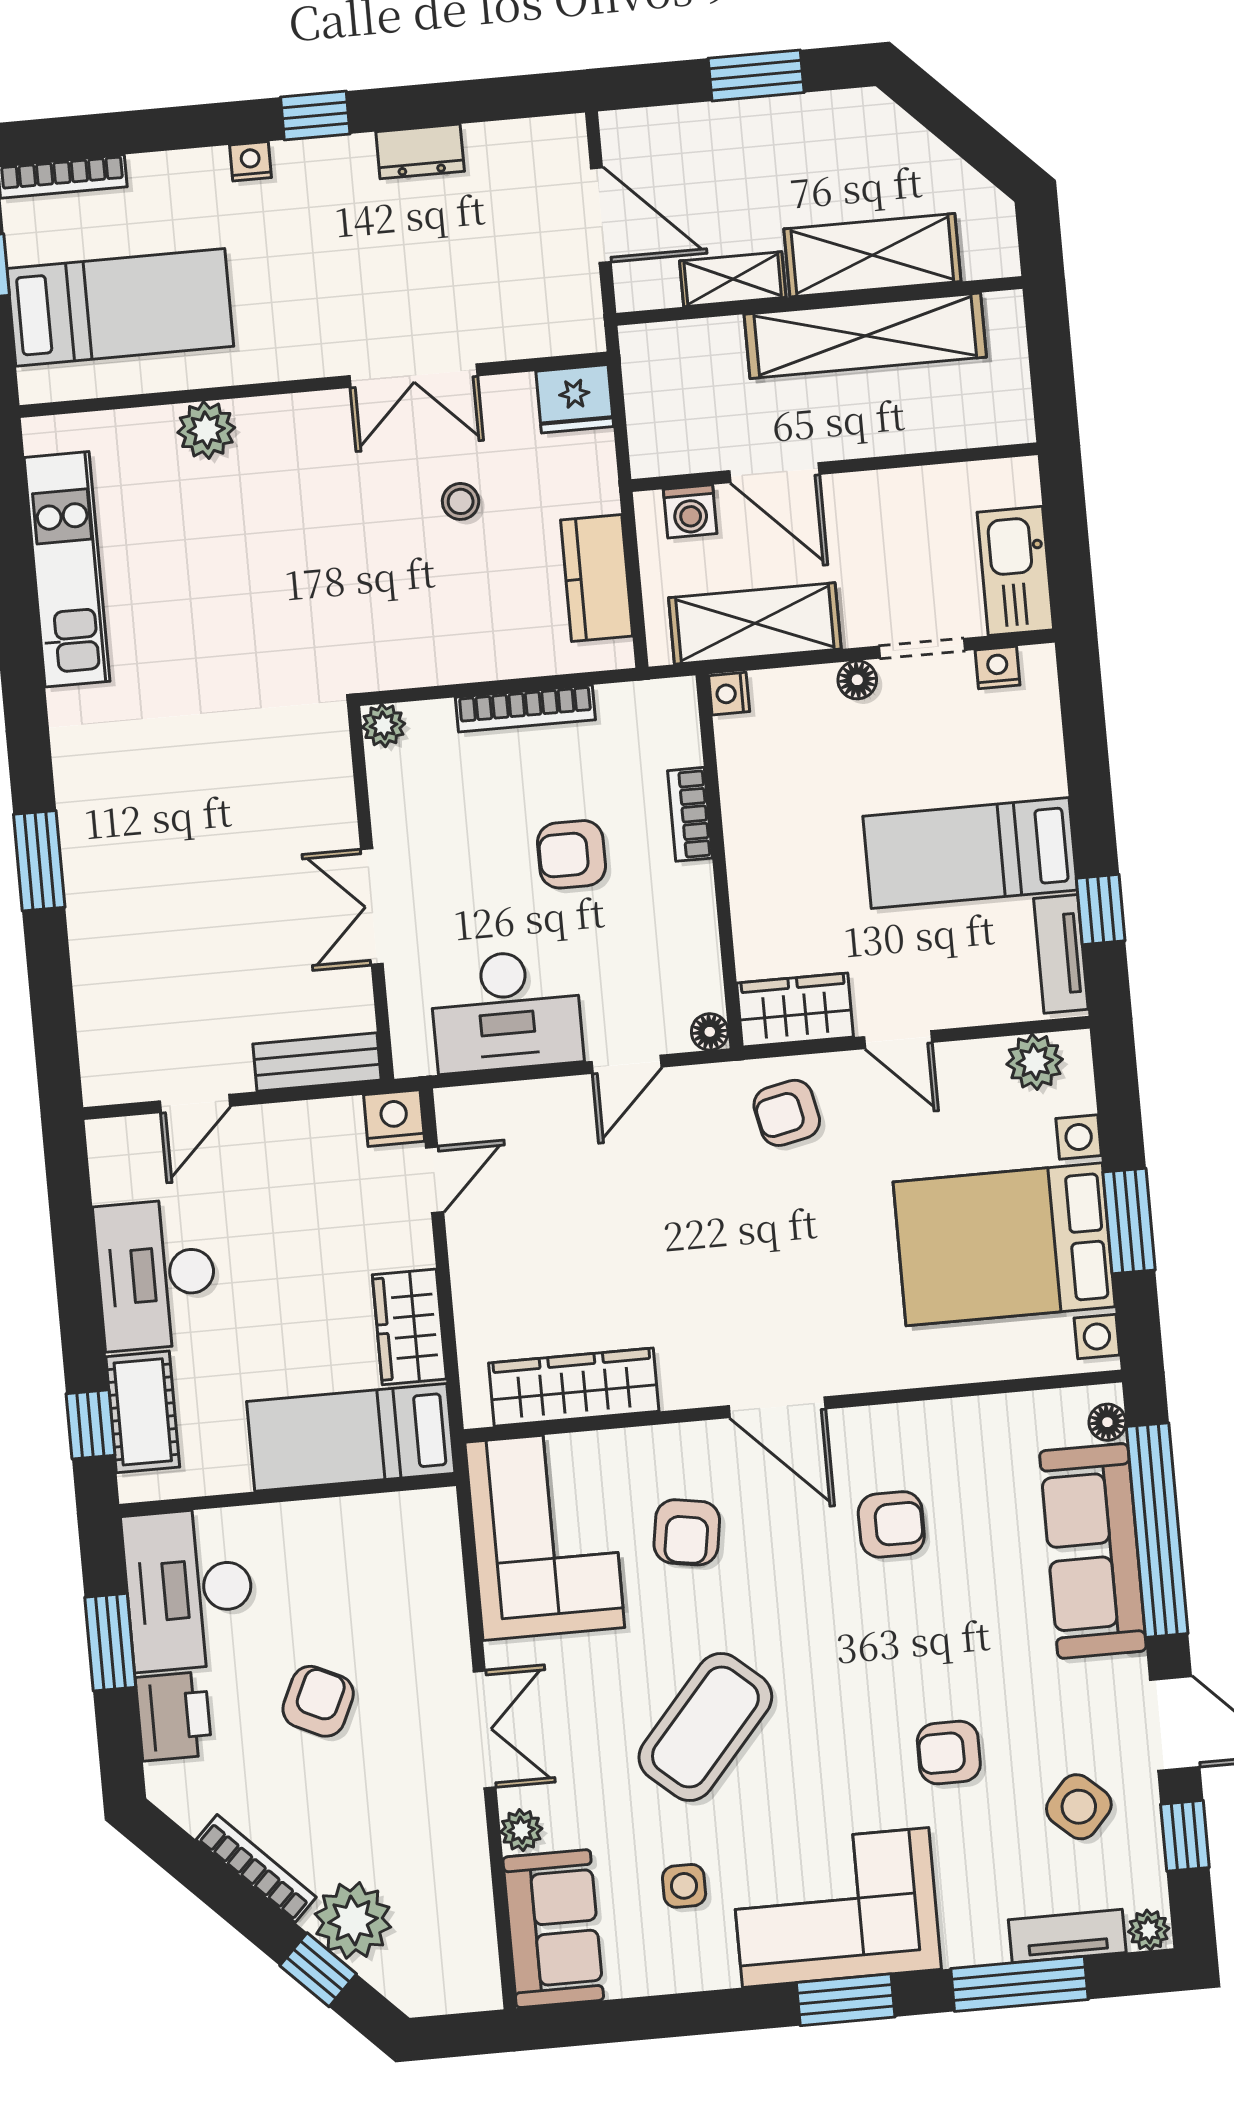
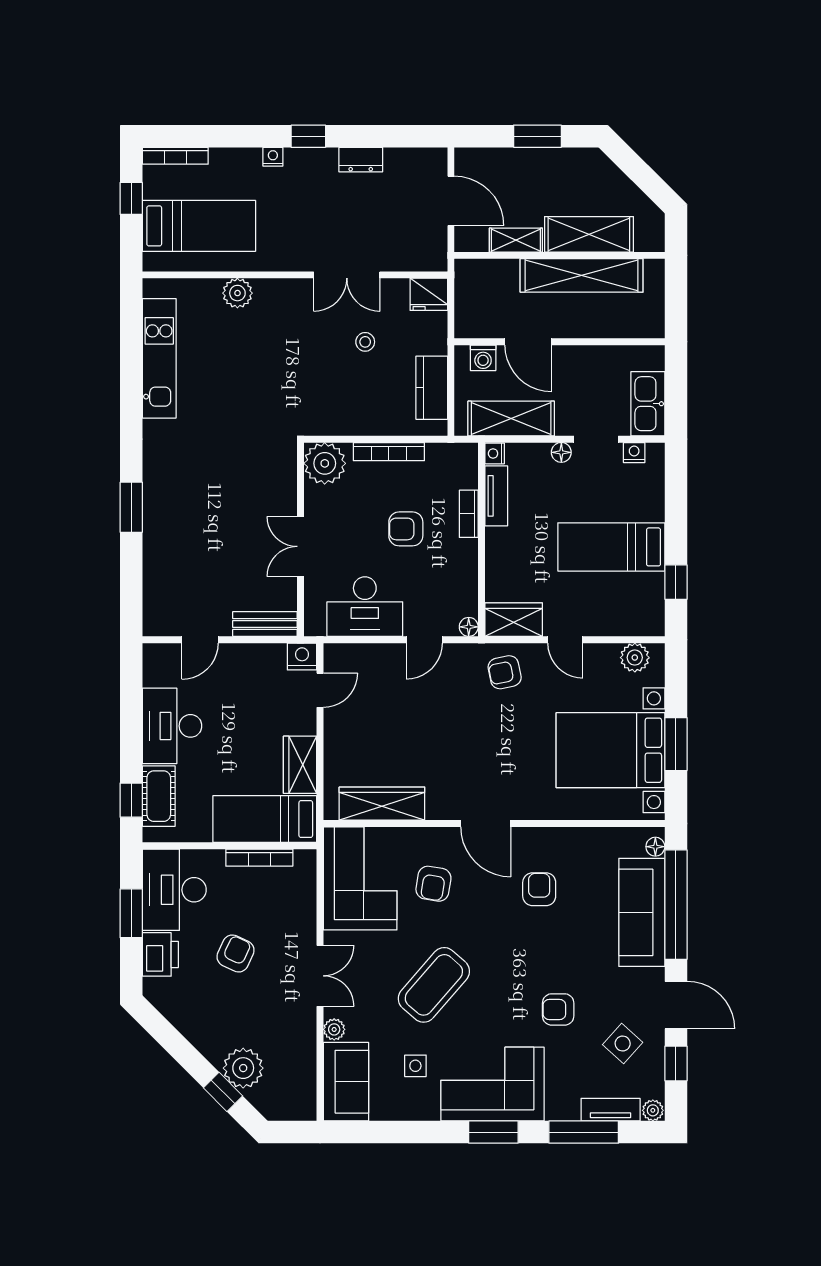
plant: (384, 725) -> (325, 463), width x1.88, depth x1.88
tv unit: (1061, 954) -> (496, 496), moved, turned 180
armchair: (891, 1524) -> (539, 889), turned -90
bookcase: (256, 1868) -> (259, 858), moved, turned 135

